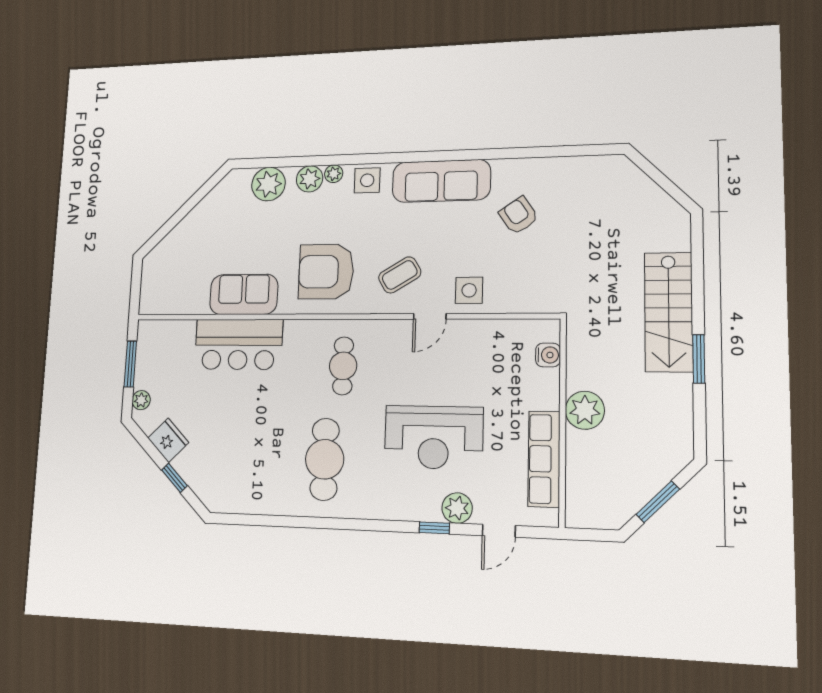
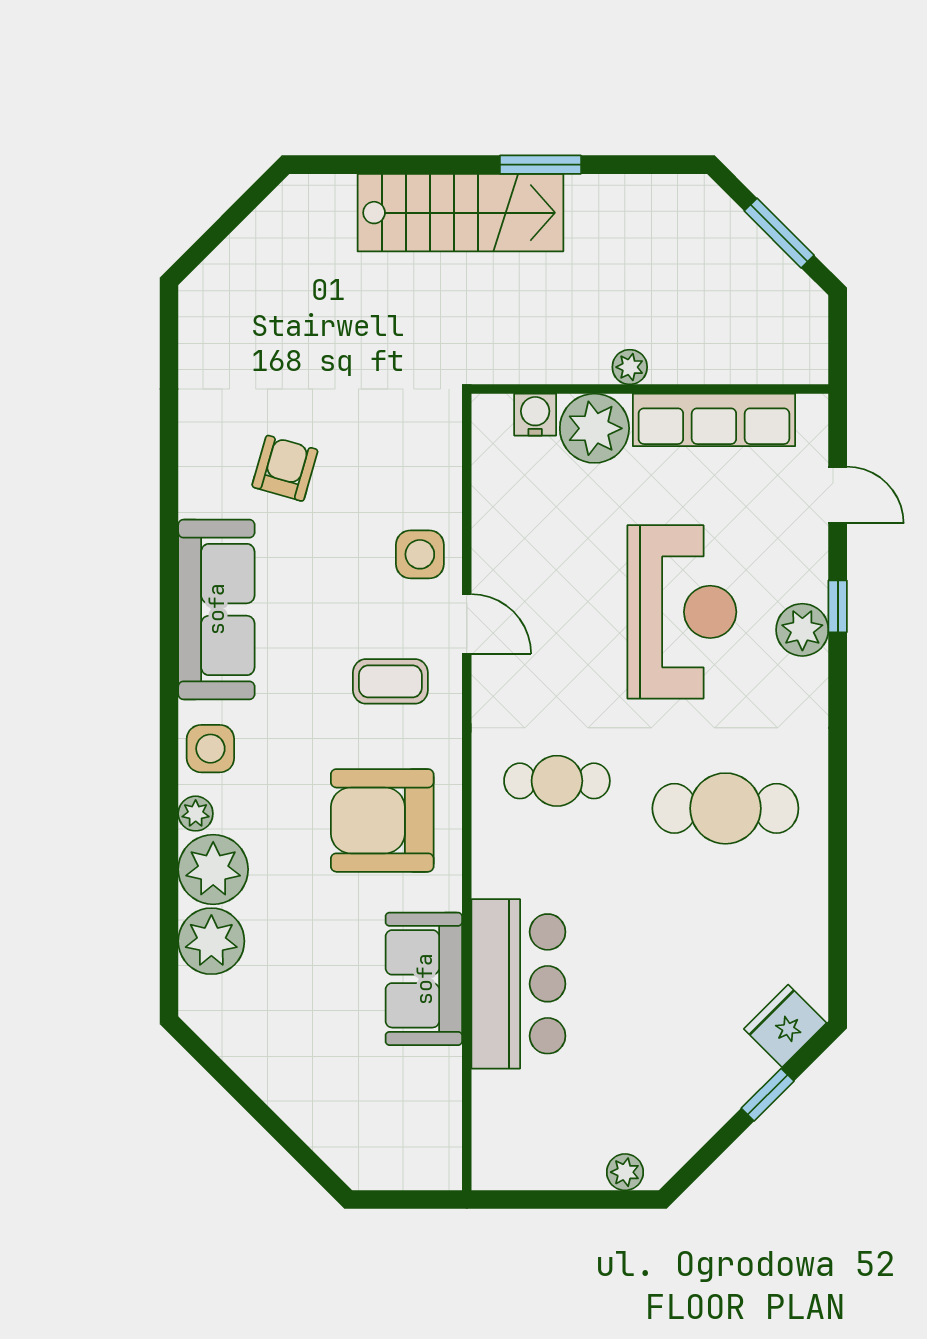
plant: (310, 179) -> (213, 869), width x1.36, depth x1.36
armchair: (519, 215) -> (285, 468), turned 140
armchair: (326, 272) -> (382, 820), turned 90
coffee table: (400, 275) -> (390, 681), turned -59
window: (130, 364) -> (557, 1200), removed
plant: (540, 389) -> (594, 428), added
plant: (585, 410) -> (630, 367), width x0.53, depth x0.53
fridge: (168, 440) -> (785, 1026), moved
plant: (457, 508) -> (802, 630), moved

